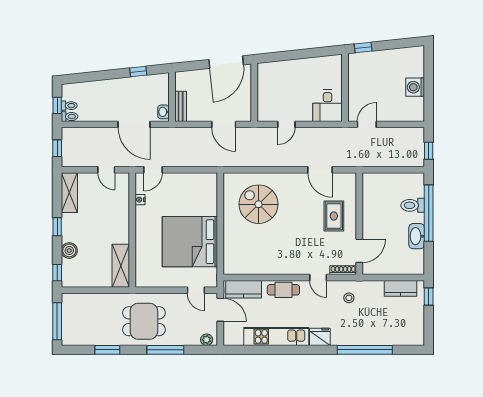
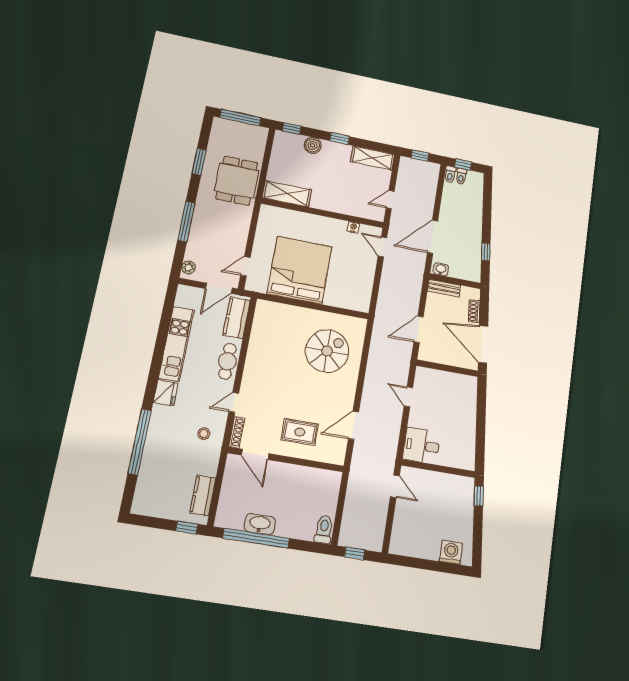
shoe rack: (197, 75) -> (474, 311), added
washing machine: (415, 87) -> (451, 552), moved
toilet: (413, 205) -> (324, 529), moved
window: (429, 213) -> (256, 538), moved
dining table: (144, 321) -> (237, 181), moved

